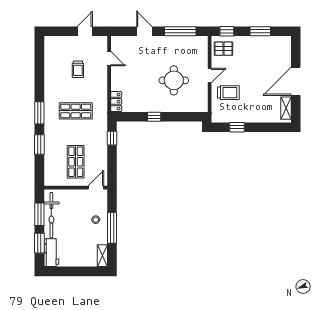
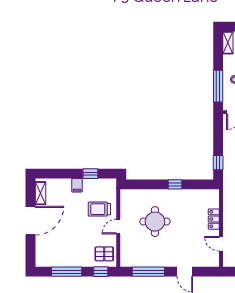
window: (260, 31) -> (67, 272), width x1.44
locker: (116, 101) -> (214, 219), moved
filing cabinet: (250, 116) -> (77, 185), added
window: (112, 228) -> (218, 86), moved

